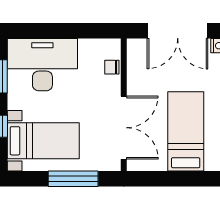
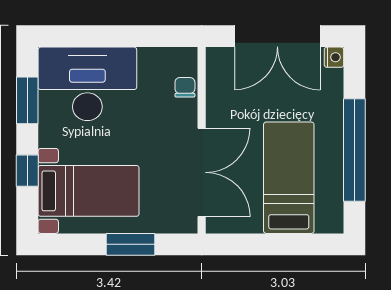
chair: (112, 67) -> (185, 87), turned 90
window: (73, 179) -> (130, 244), width x0.69

